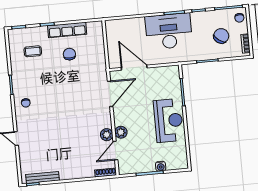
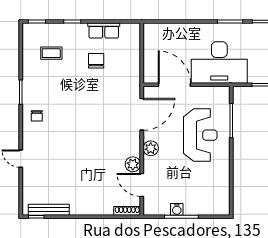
row of seats: (67, 30) -> (104, 31), width x0.68
desk: (169, 31) -> (219, 63), moved, turned 180
reception desk: (168, 121) -> (200, 135), moved
plant: (121, 132) -> (151, 148), moved
door: (115, 151) -> (142, 185), hinge flipped
water cooler: (161, 166) -> (177, 209), moved

